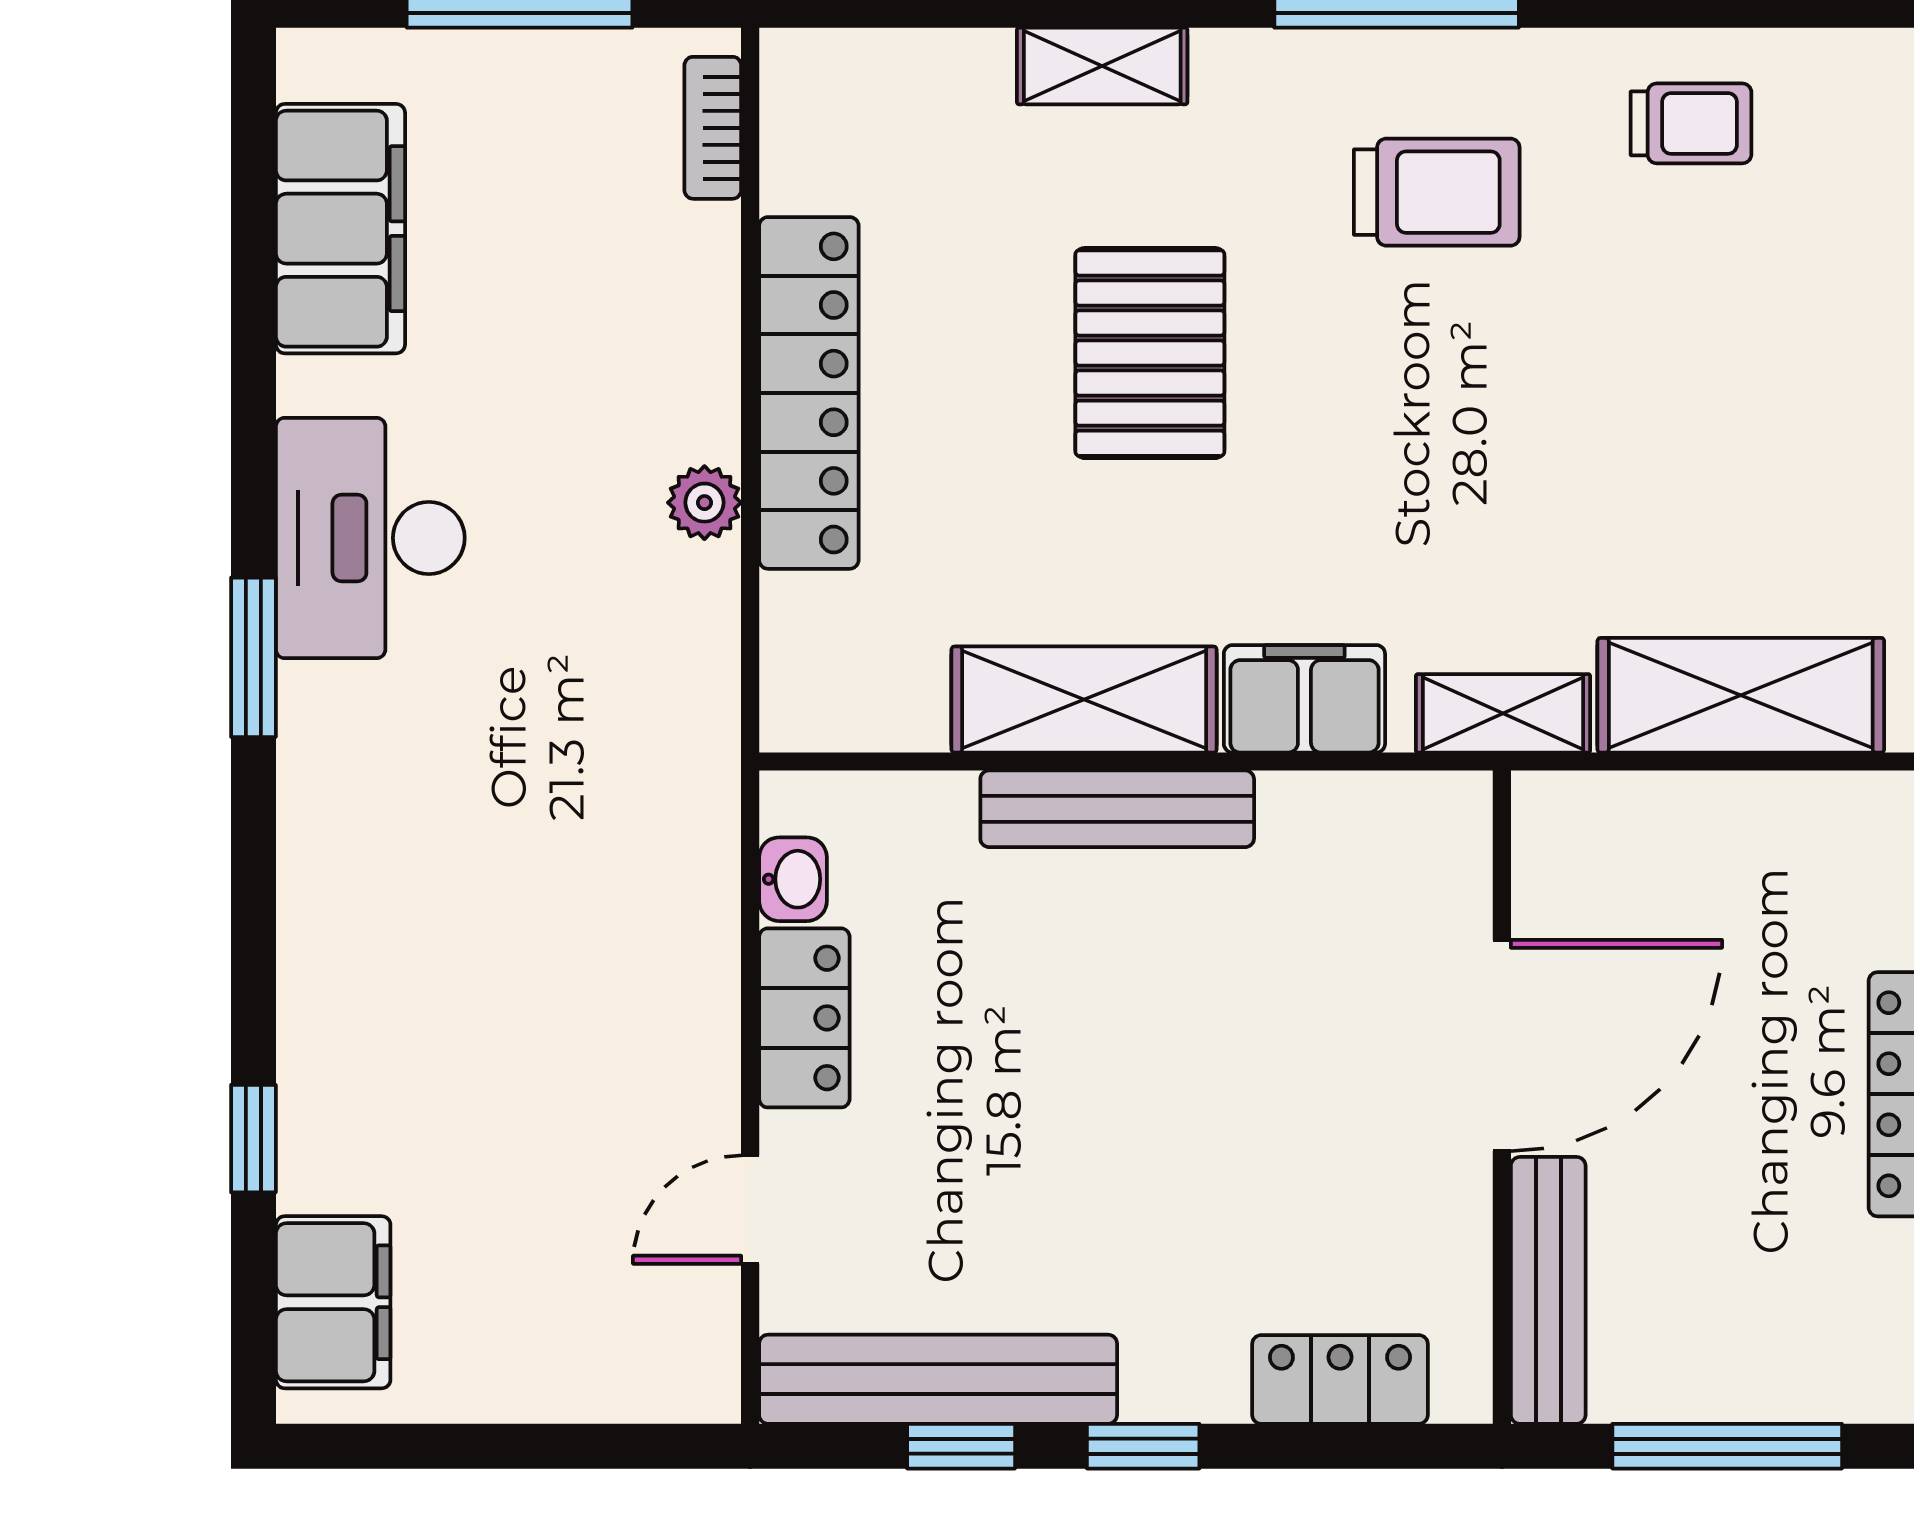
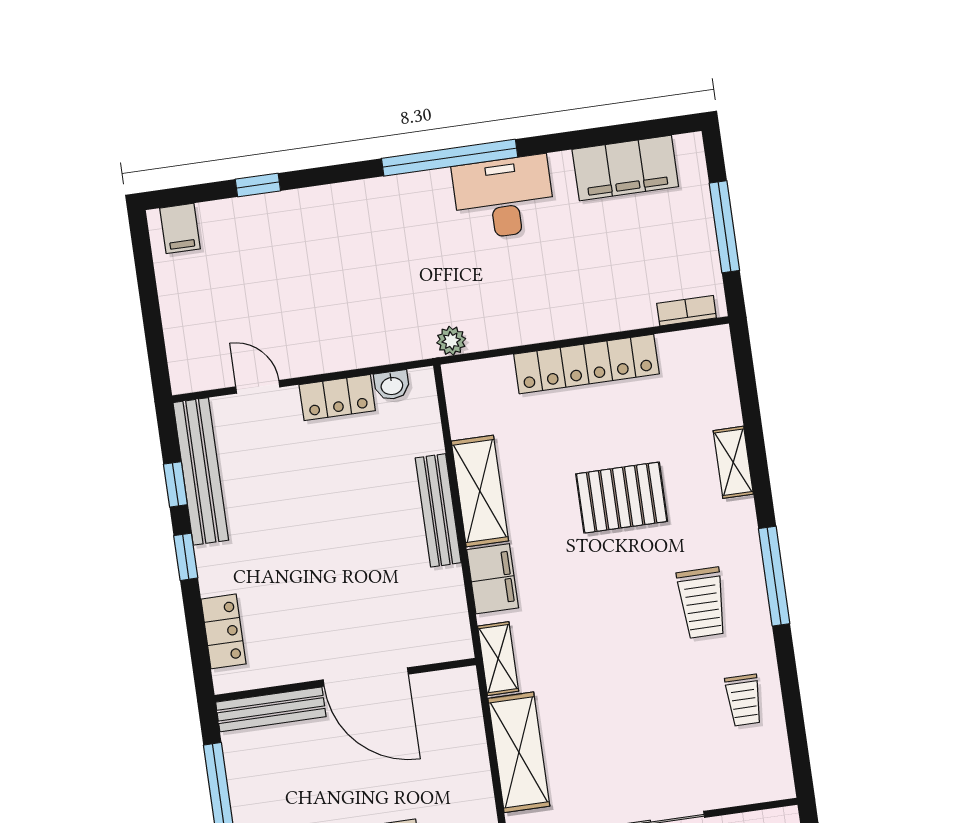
plant: (704, 503) -> (451, 341), moved
window: (253, 657) -> (450, 158), width x2.11
filing cabinet: (333, 1302) -> (180, 228), width x0.50

